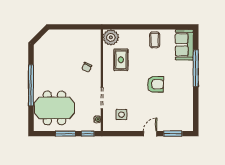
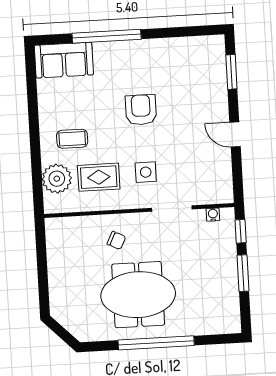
plant: (111, 37) -> (57, 179), moved
coffee table: (155, 40) -> (72, 139), moved
meeting table: (54, 108) -> (138, 295), moved, turned 90
side table: (121, 115) -> (146, 172), moved
door: (150, 134) -> (235, 134), moved

